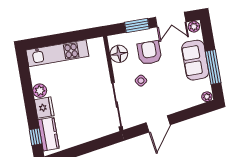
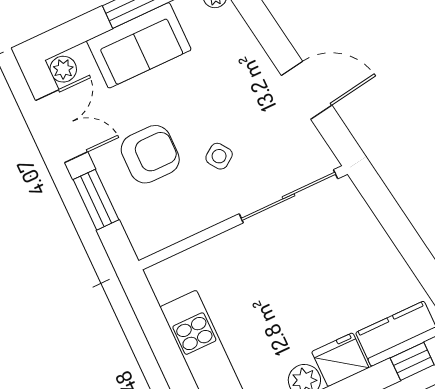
armchair: (149, 53) -> (150, 154), turned 180
floor lamp: (119, 54) -> (172, 223), removed

